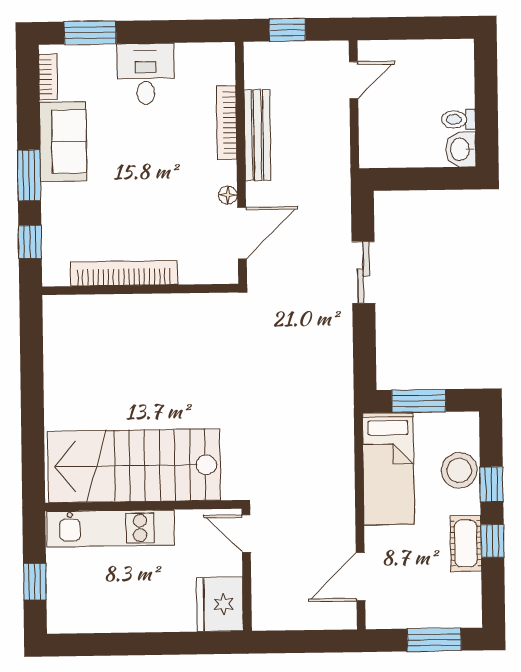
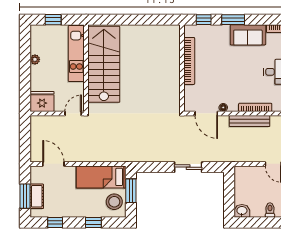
toilet: (458, 119) -> (270, 210), moved
stool: (459, 470) -> (114, 202), moved
window: (492, 541) -> (55, 223), moved
cot: (466, 543) -> (37, 196), moved, turned 90
plant: (125, 621) -> (35, 59), added

